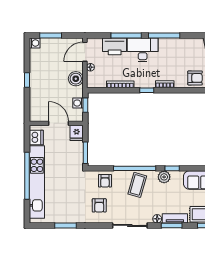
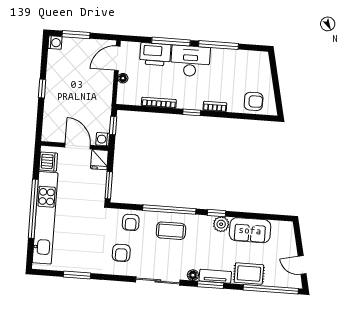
boiler: (76, 79) -> (103, 91), removed
washing machine: (78, 103) -> (103, 139), moved
plant: (164, 177) -> (221, 224), moved
coffee table: (137, 185) -> (171, 231), turned 74

